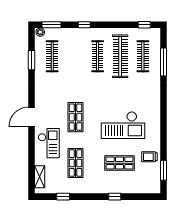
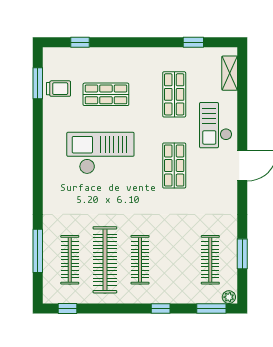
trolley: (150, 157) -> (59, 89), moved
window: (115, 197) -> (80, 42), moved

